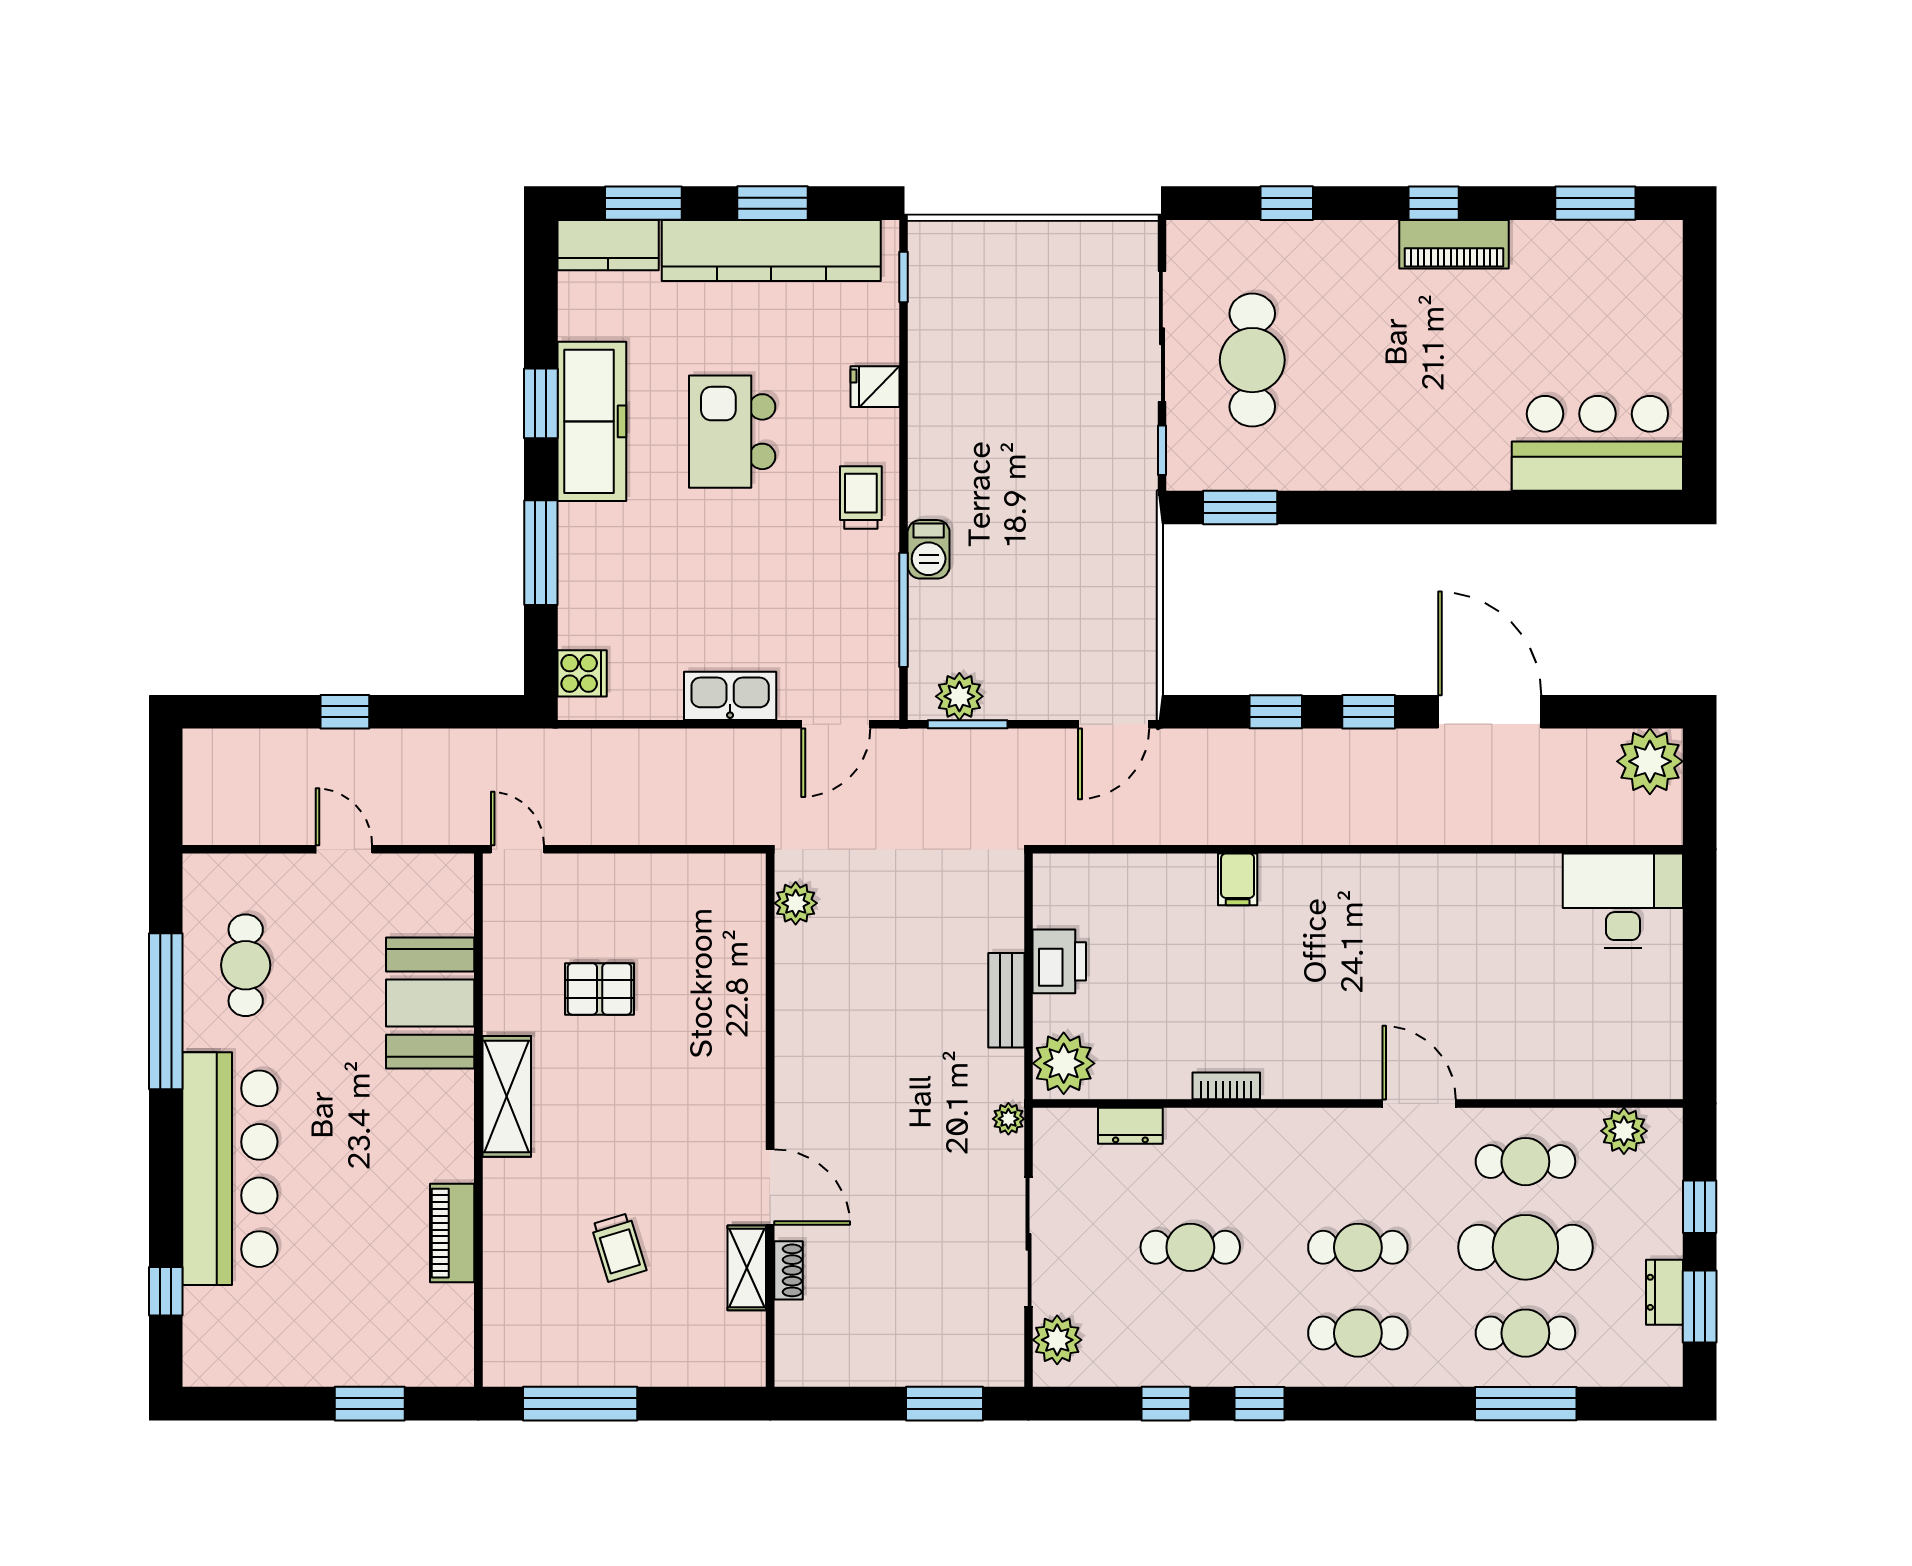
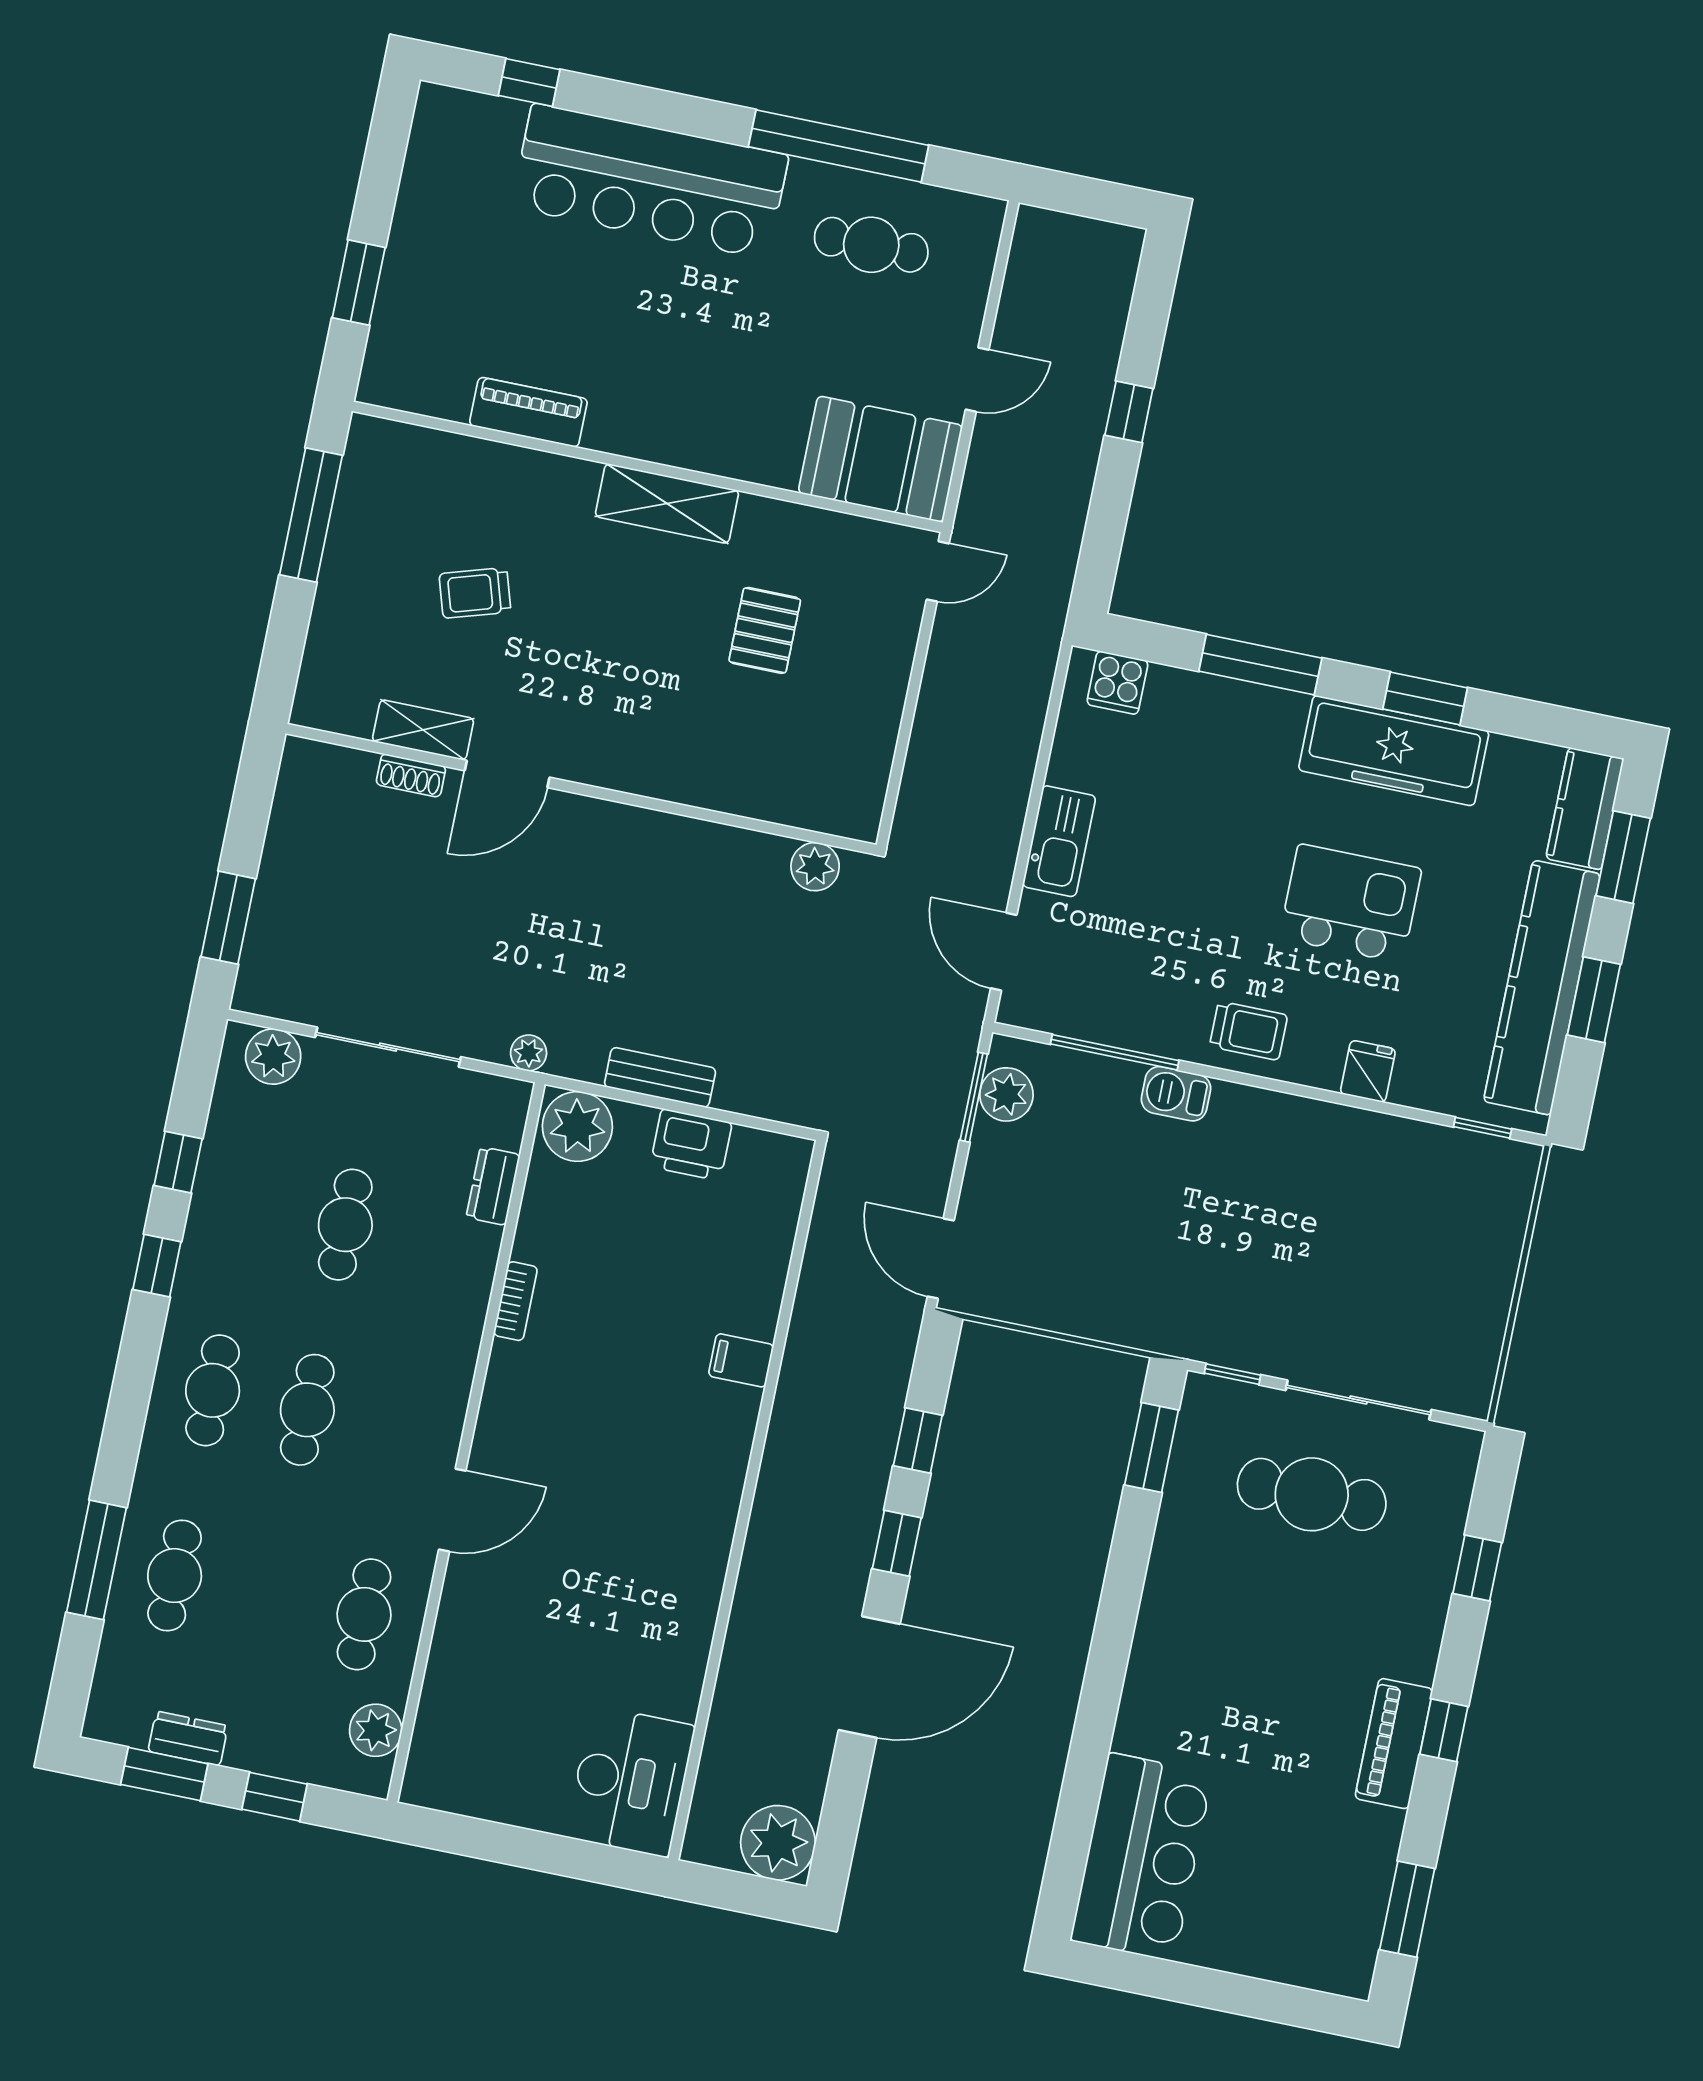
booth: (430, 1003) -> (880, 459), moved
cafe table: (1525, 1247) -> (269, 1595), removed

